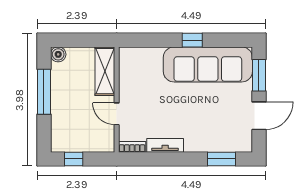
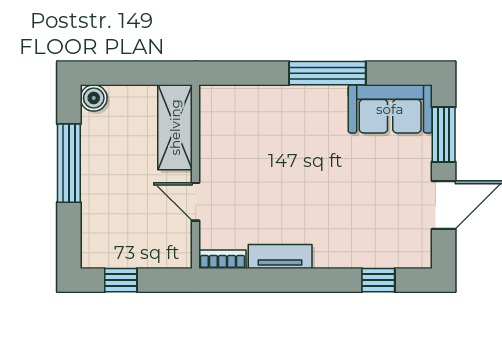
window: (192, 40) -> (327, 73), width x2.17
sofa: (208, 64) -> (390, 109), width x0.54, depth x0.79
window: (221, 159) -> (378, 280), width x0.67

